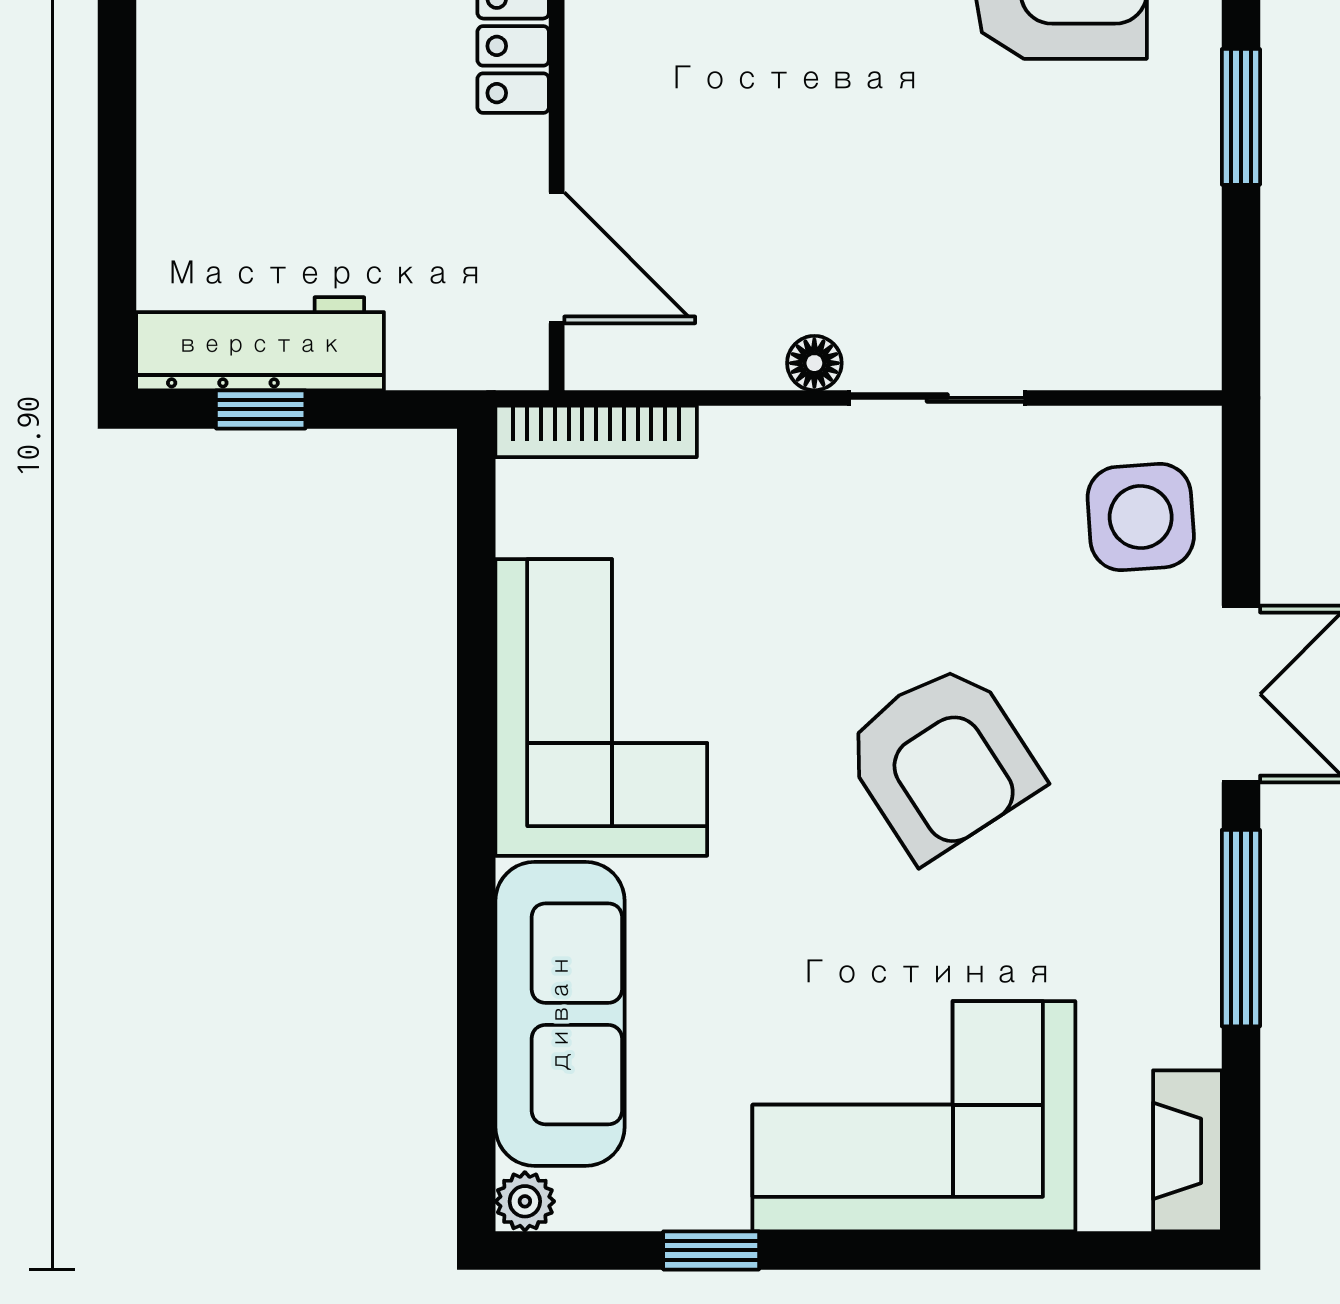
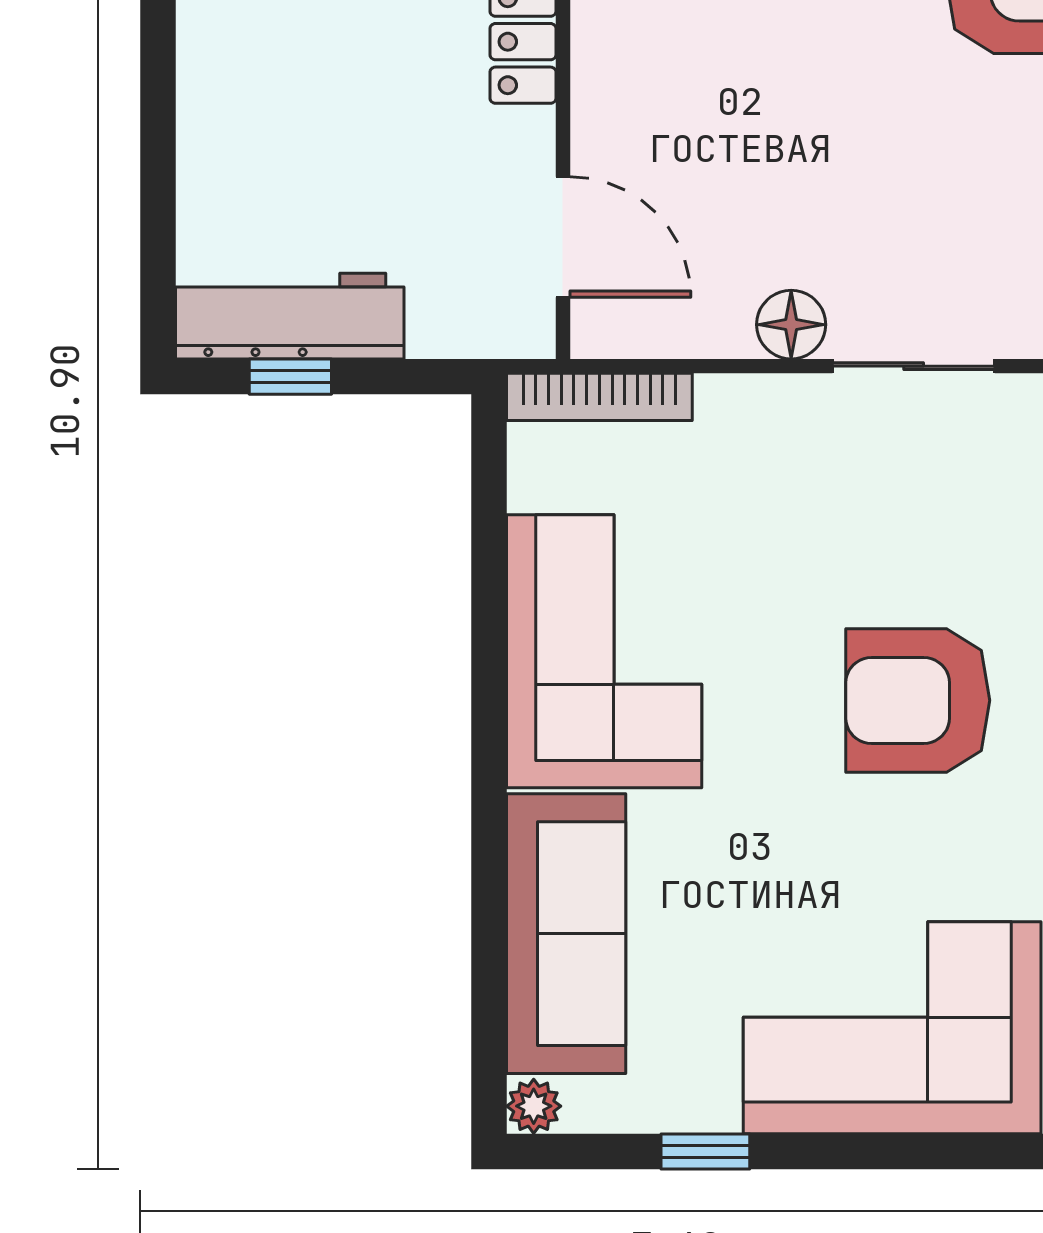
floor lamp: (814, 363) -> (791, 325), width x1.37, depth x1.37
armchair: (942, 761) -> (918, 700), turned 123

